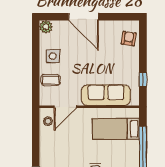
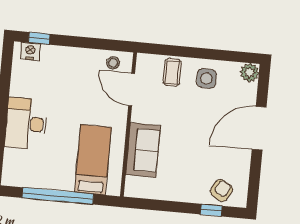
armchair: (129, 39) -> (221, 190), turned -70
window: (143, 80) -> (211, 210), moved
sofa: (106, 95) -> (143, 150), width x0.73

